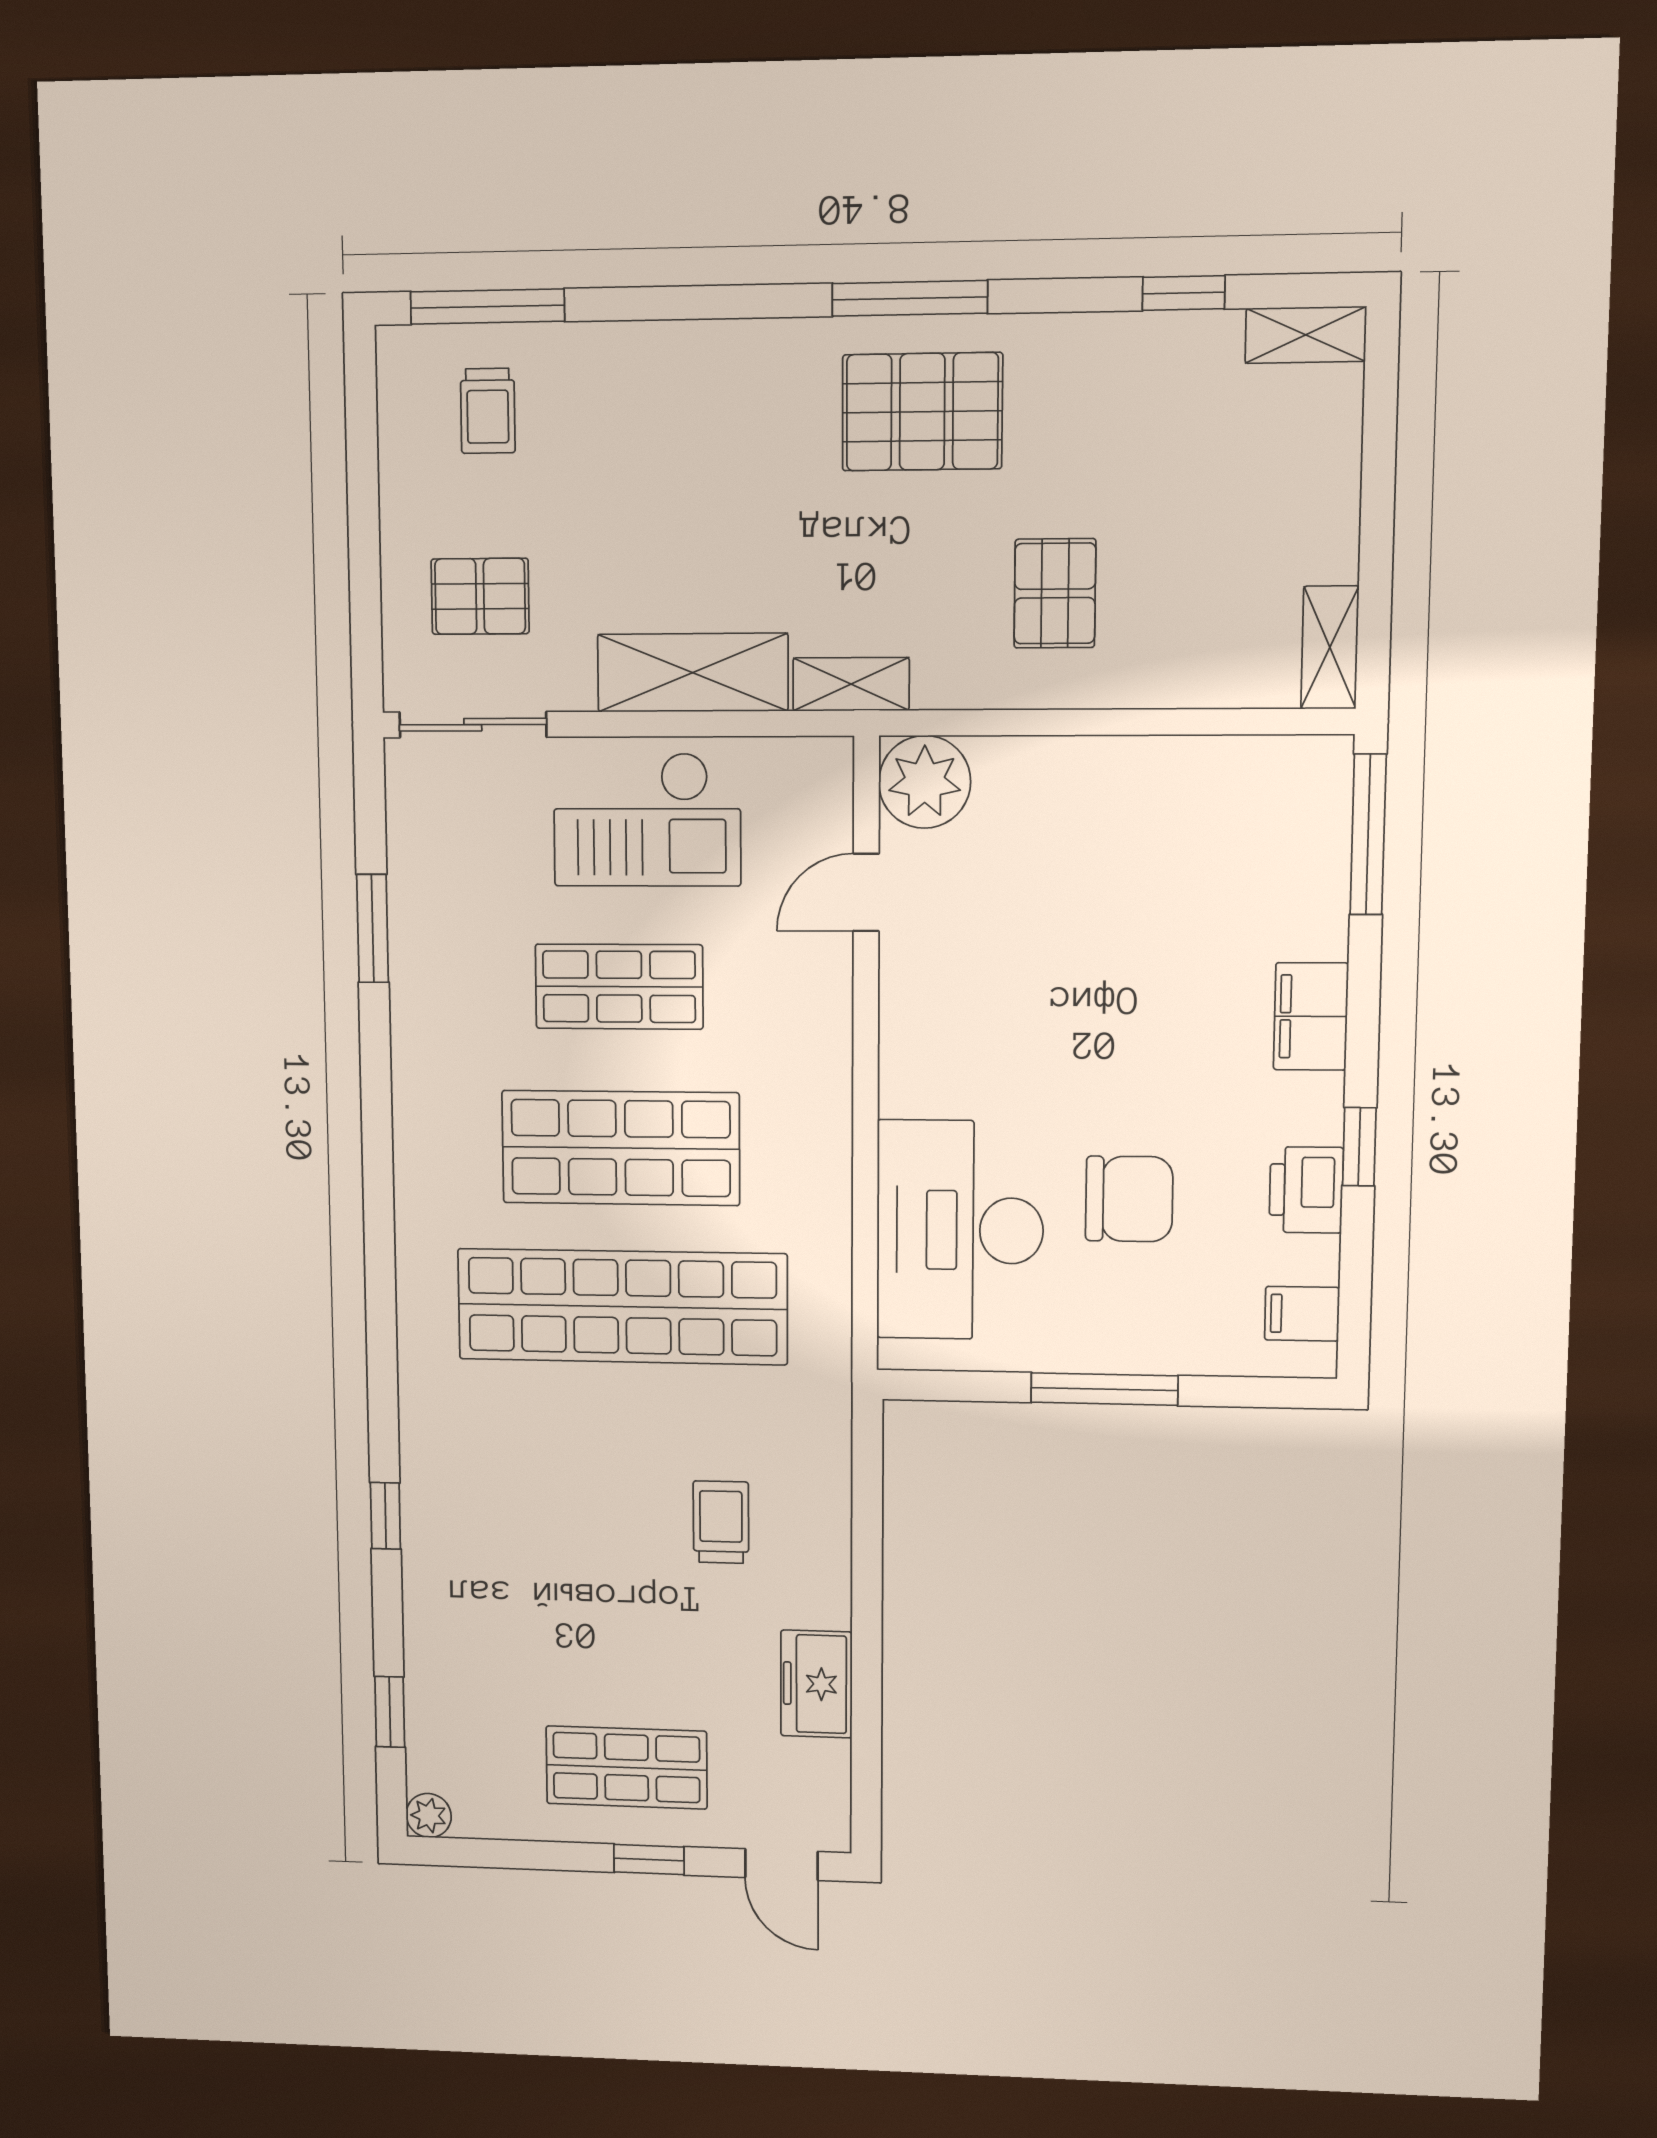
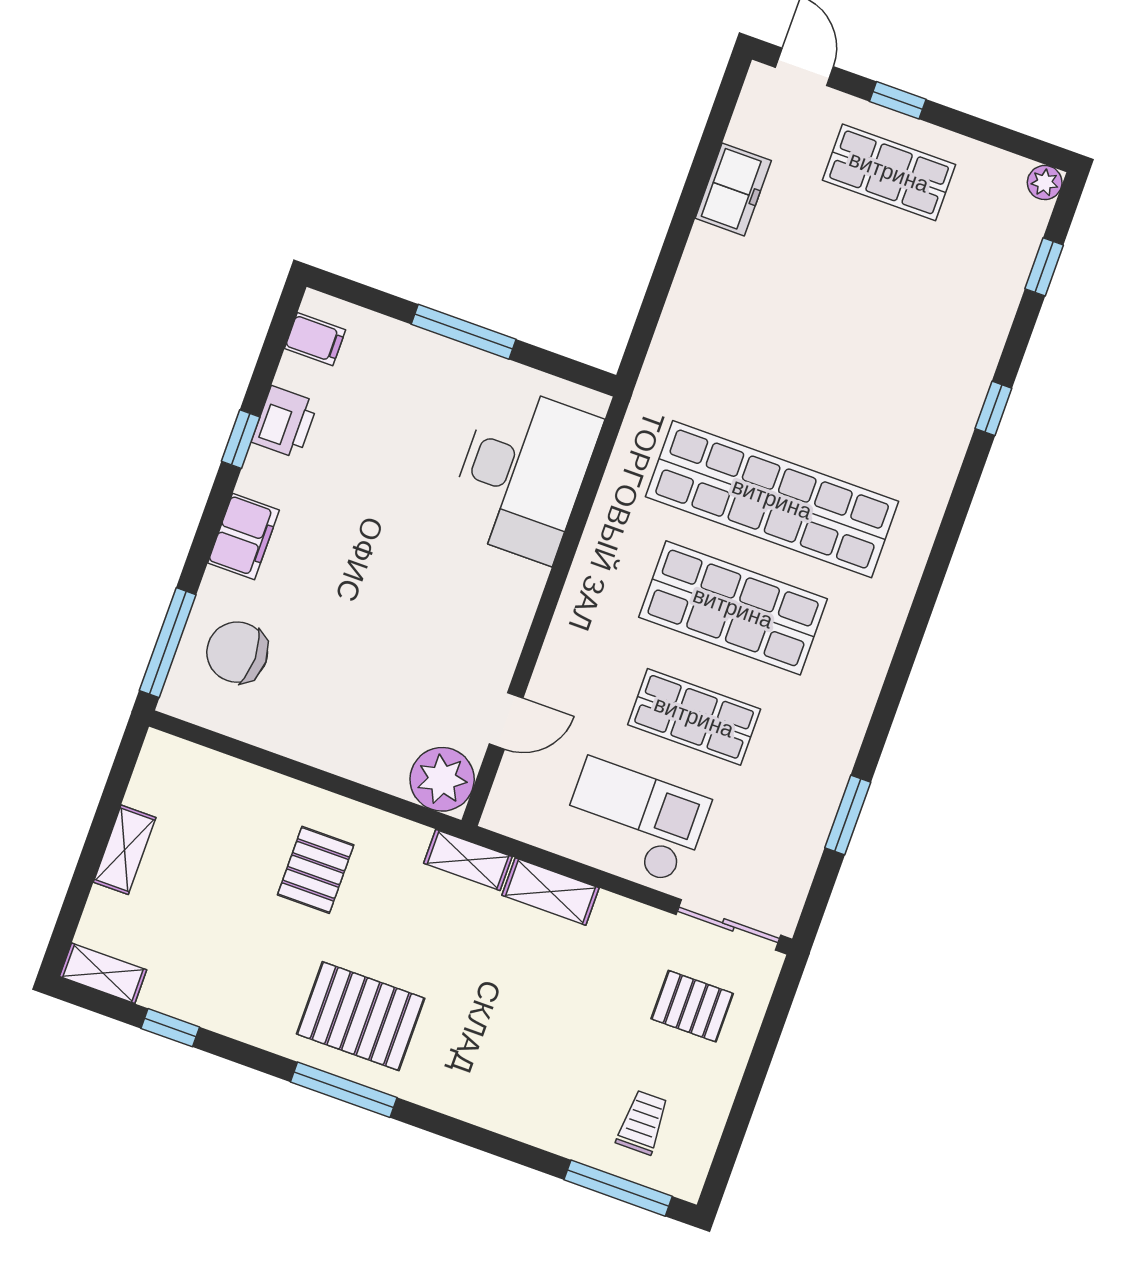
shelving: (1330, 647) -> (125, 850), moved
shelving: (693, 673) -> (550, 892), width x0.67, depth x0.75
chair: (1129, 1199) -> (237, 652), moved
trolley: (721, 1522) -> (758, 326), removed

